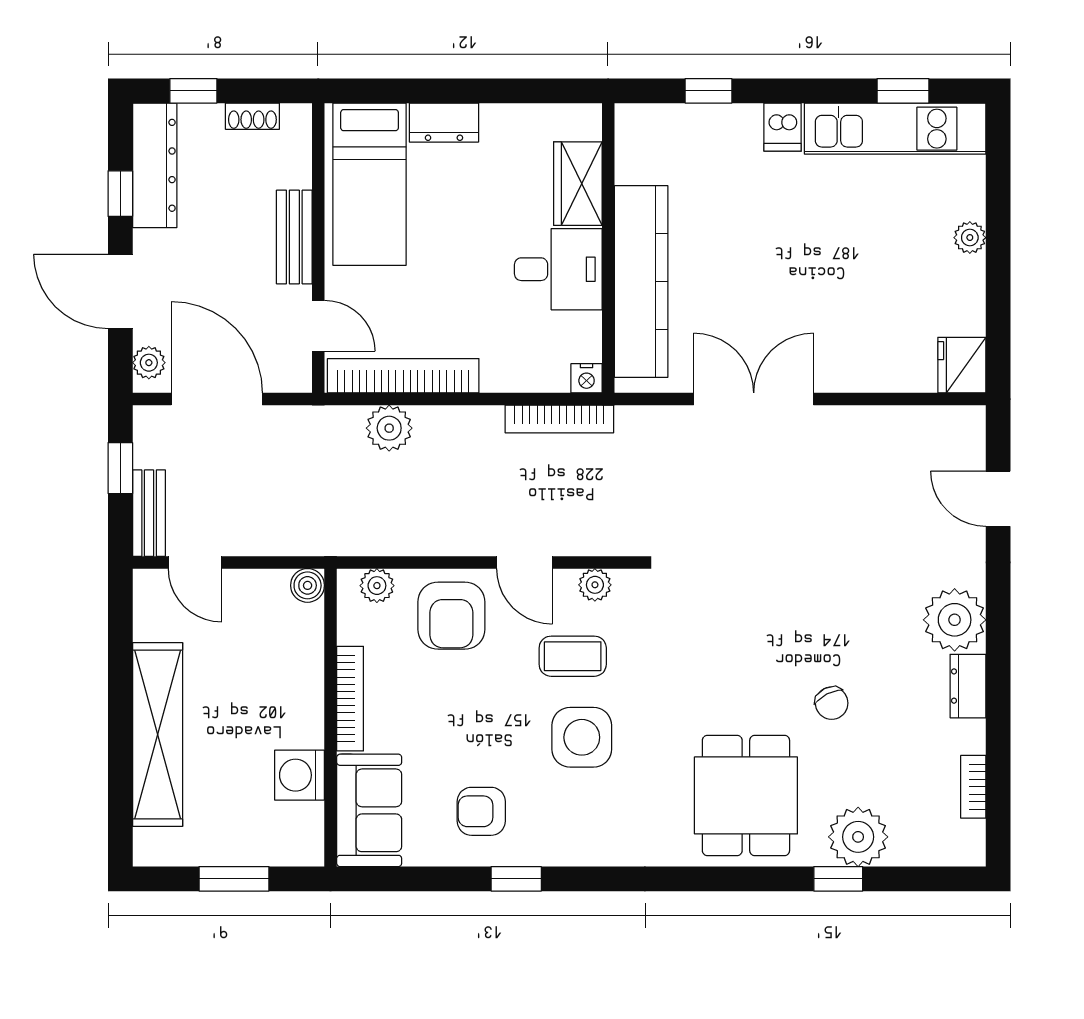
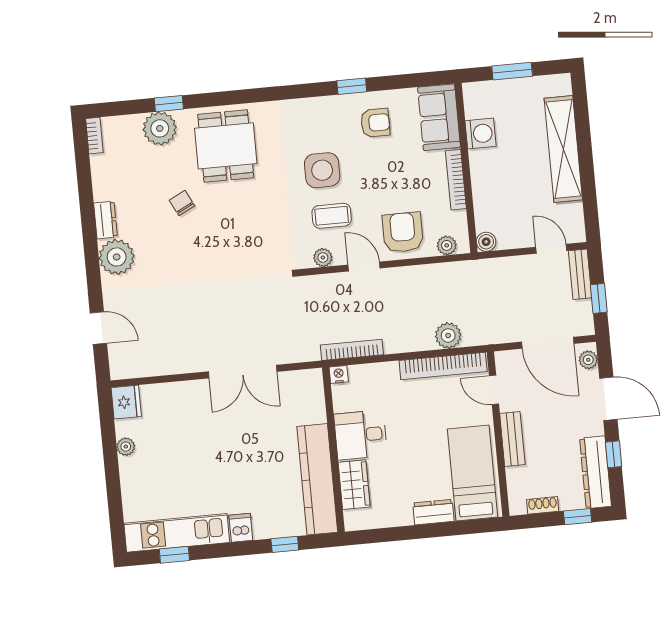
plant: (970, 238) -> (126, 447), moved
kitchen counter: (641, 281) -> (317, 479), moved
bookcase: (973, 787) -> (94, 136), moved

